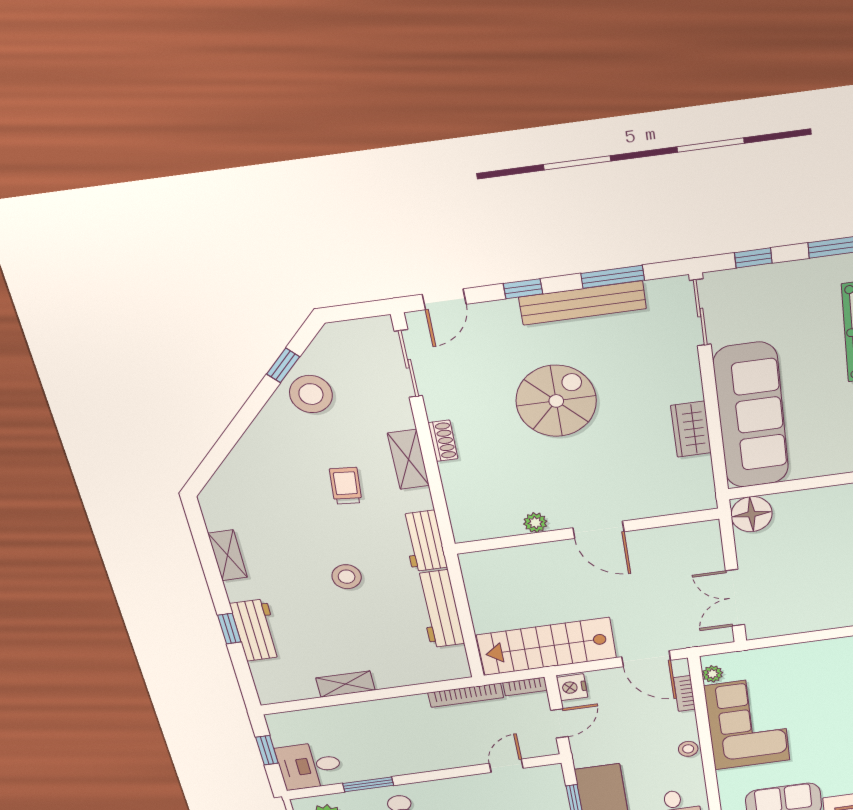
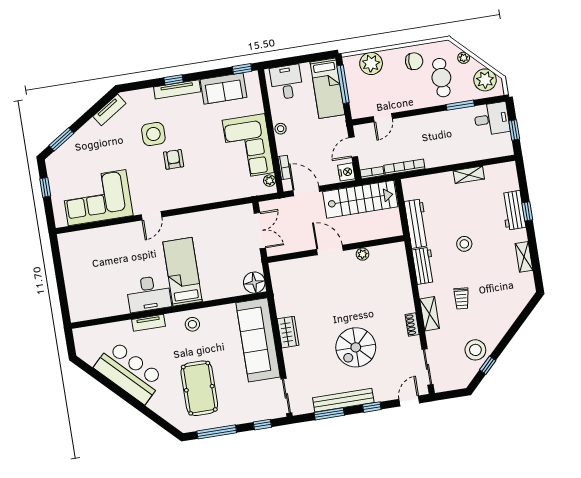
plant: (535, 523) -> (363, 254), moved
door: (598, 530) -> (330, 250), moved
wall: (587, 531) -> (336, 249), moved

